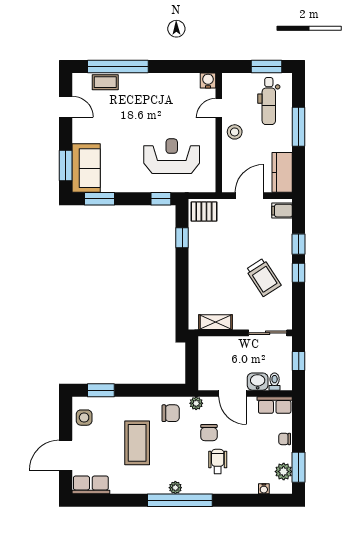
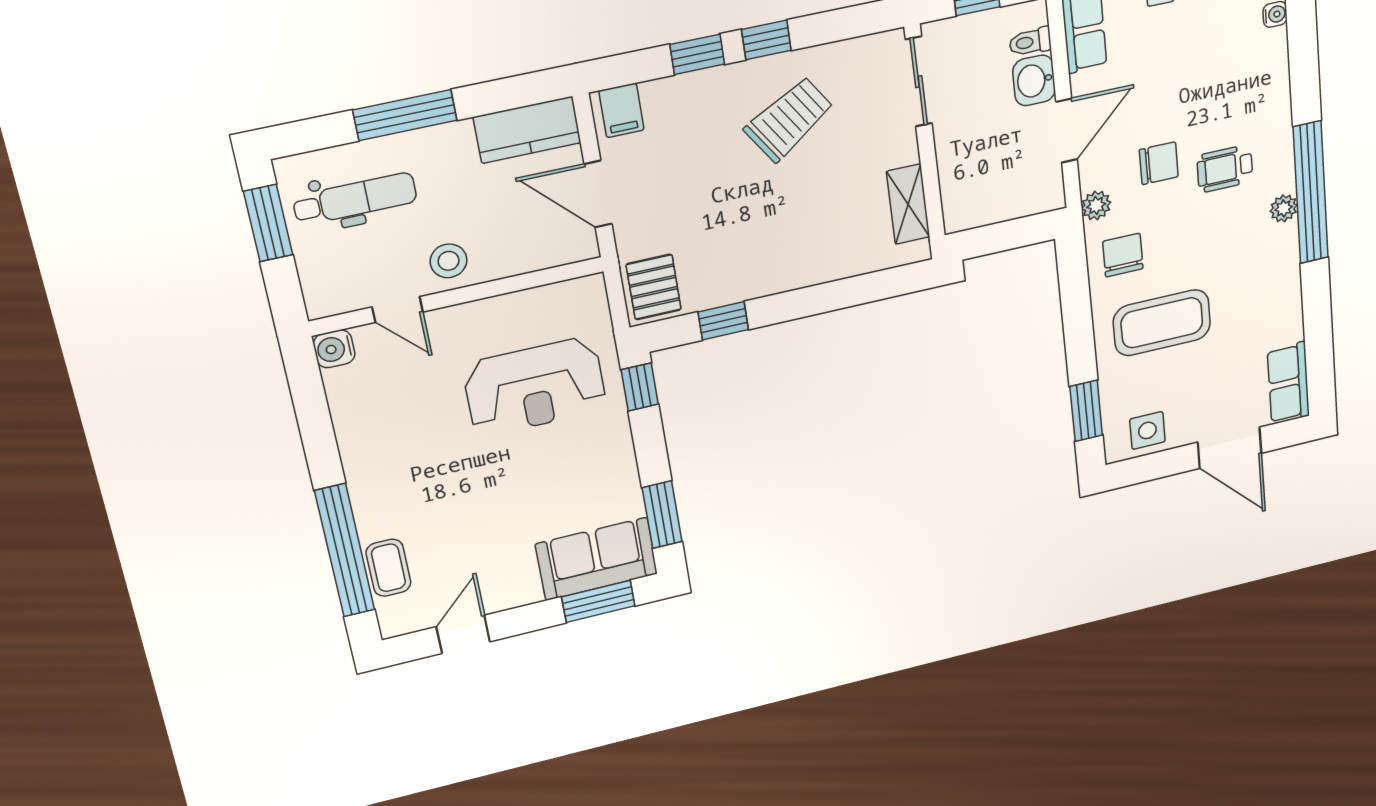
reception desk: (172, 156) -> (535, 387), turned -90
coffee table: (137, 443) -> (1162, 323), moved
wheelchair: (218, 461) -> (1225, 169), moved

